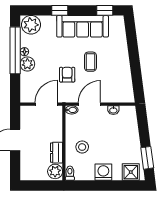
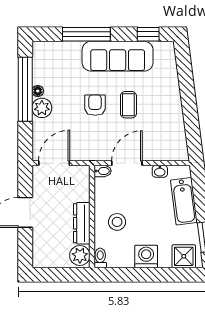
window: (60, 10) -> (86, 34), width x2.17
plant: (31, 25) -> (47, 54), removed
armchair: (67, 75) -> (95, 105), moved
door: (46, 104) -> (54, 163), moved
bathtub: (131, 132) -> (184, 201), added
dresser: (56, 153) -> (82, 223), width x1.44

